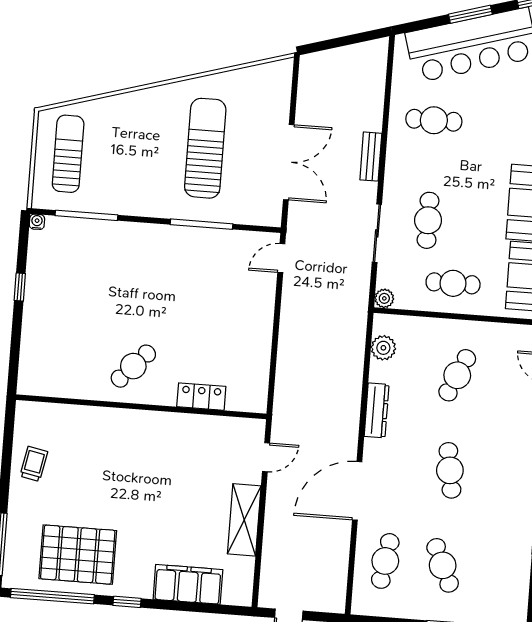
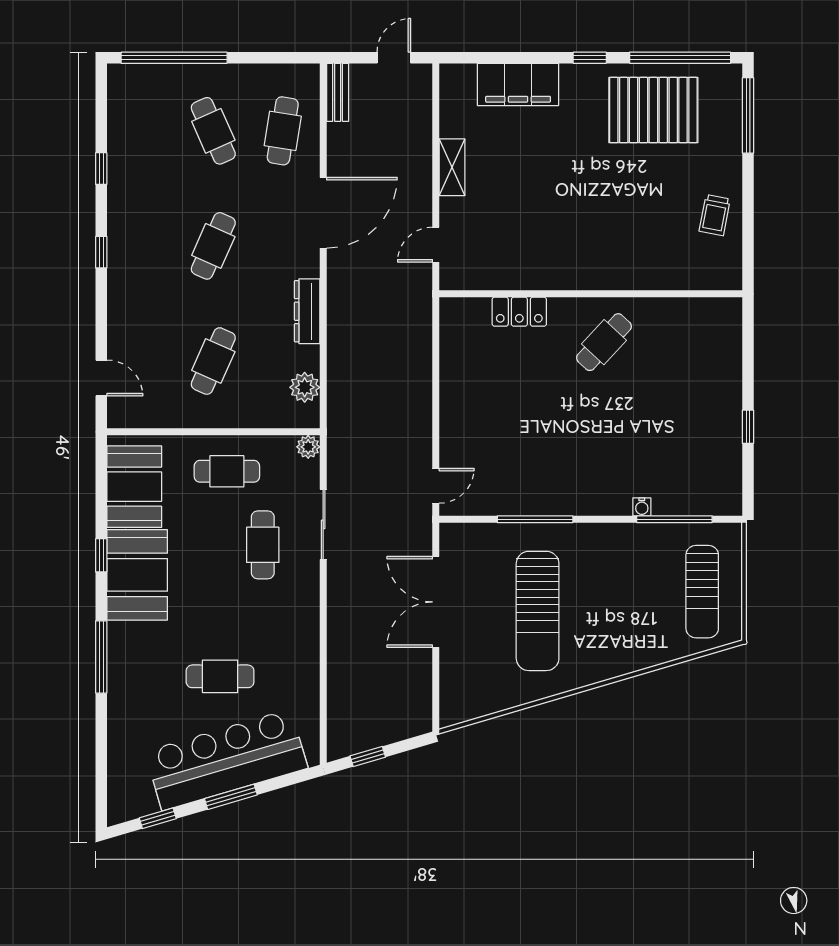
window: (355, 39) -> (368, 757), added
cafe table: (434, 120) -> (220, 676), moved
bench: (371, 157) -> (338, 92), moved
water cooler: (37, 222) -> (642, 507), moved
cafe table: (450, 470) -> (213, 246), turned 33
shelving: (244, 520) -> (452, 167), width x0.67, depth x0.75

